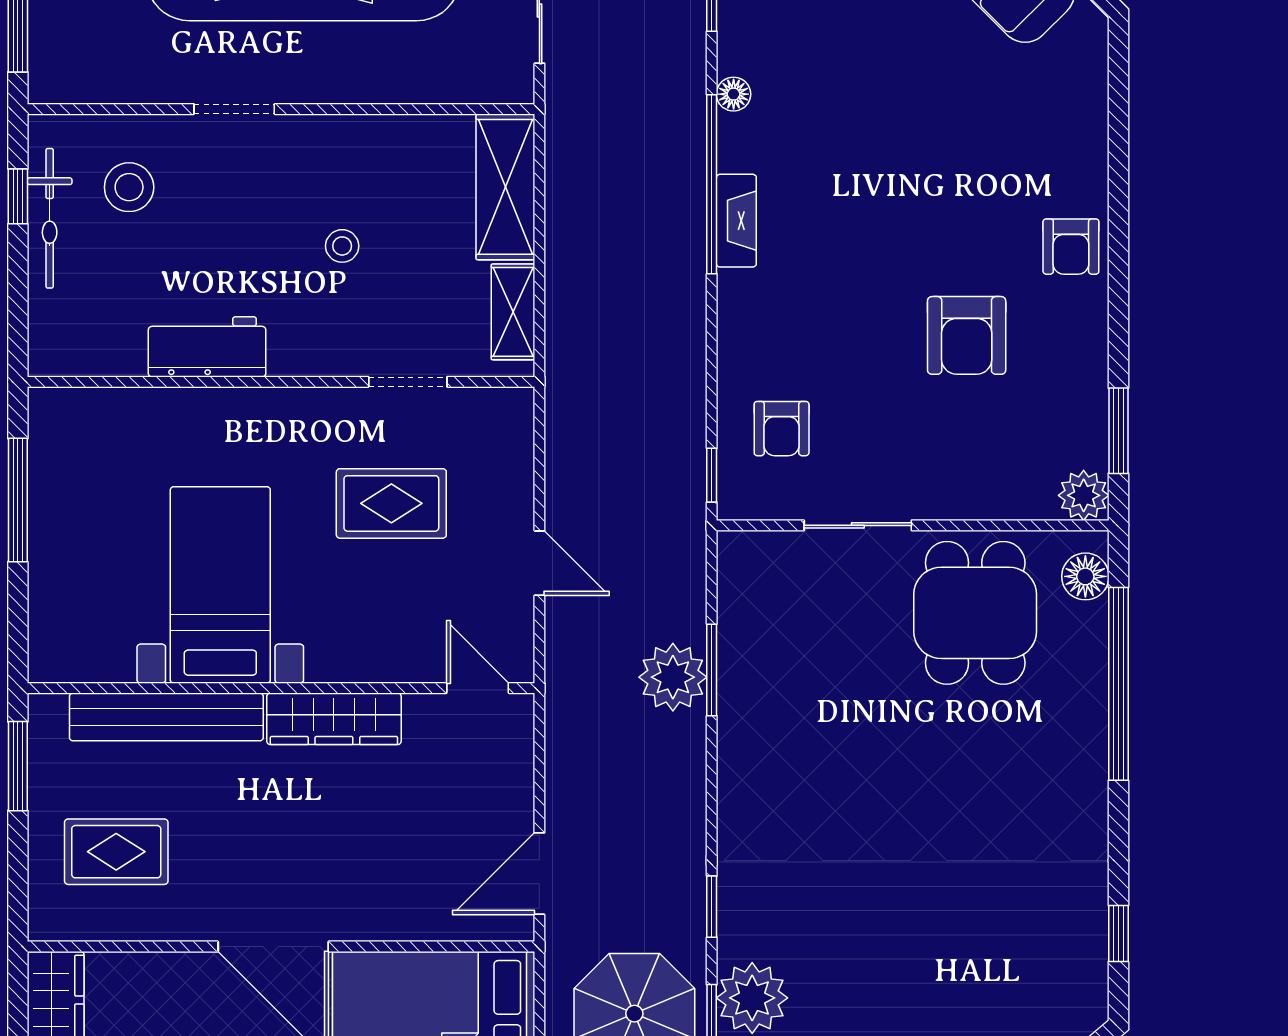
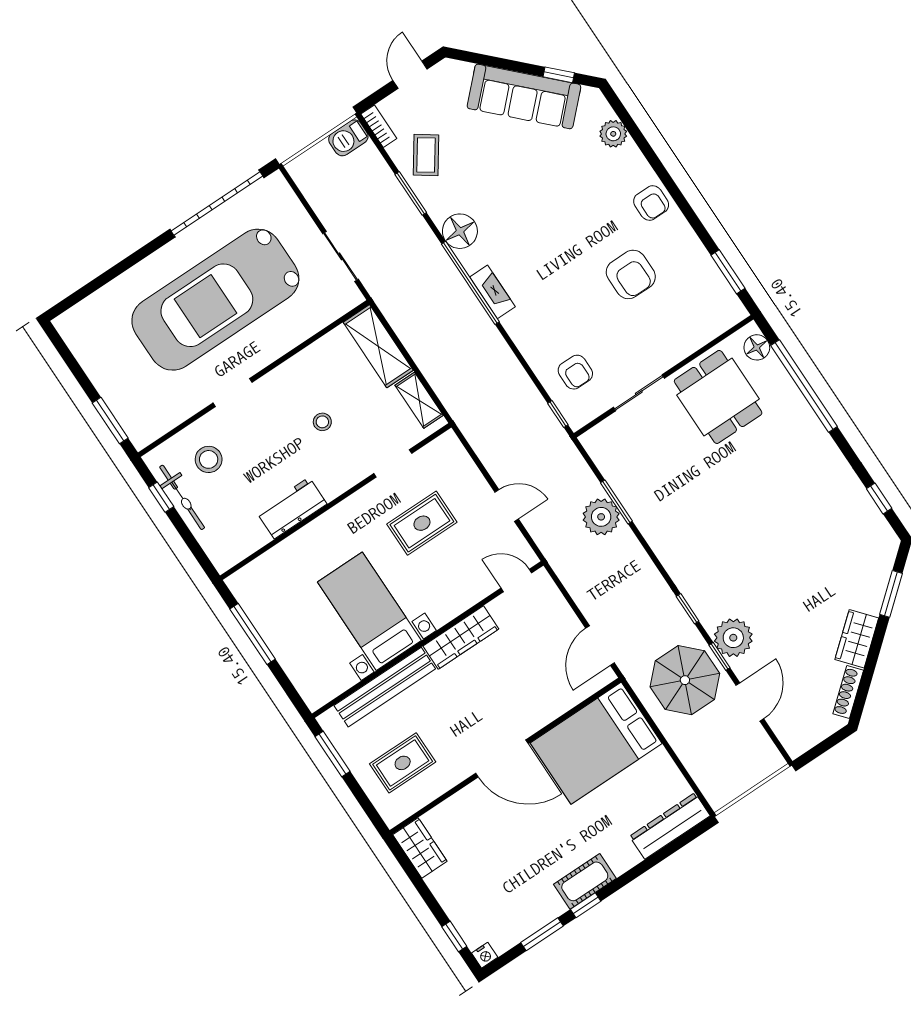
floor lamp: (734, 94) -> (460, 231), width x1.89, depth x1.89
plant: (1084, 495) -> (613, 134), moved

